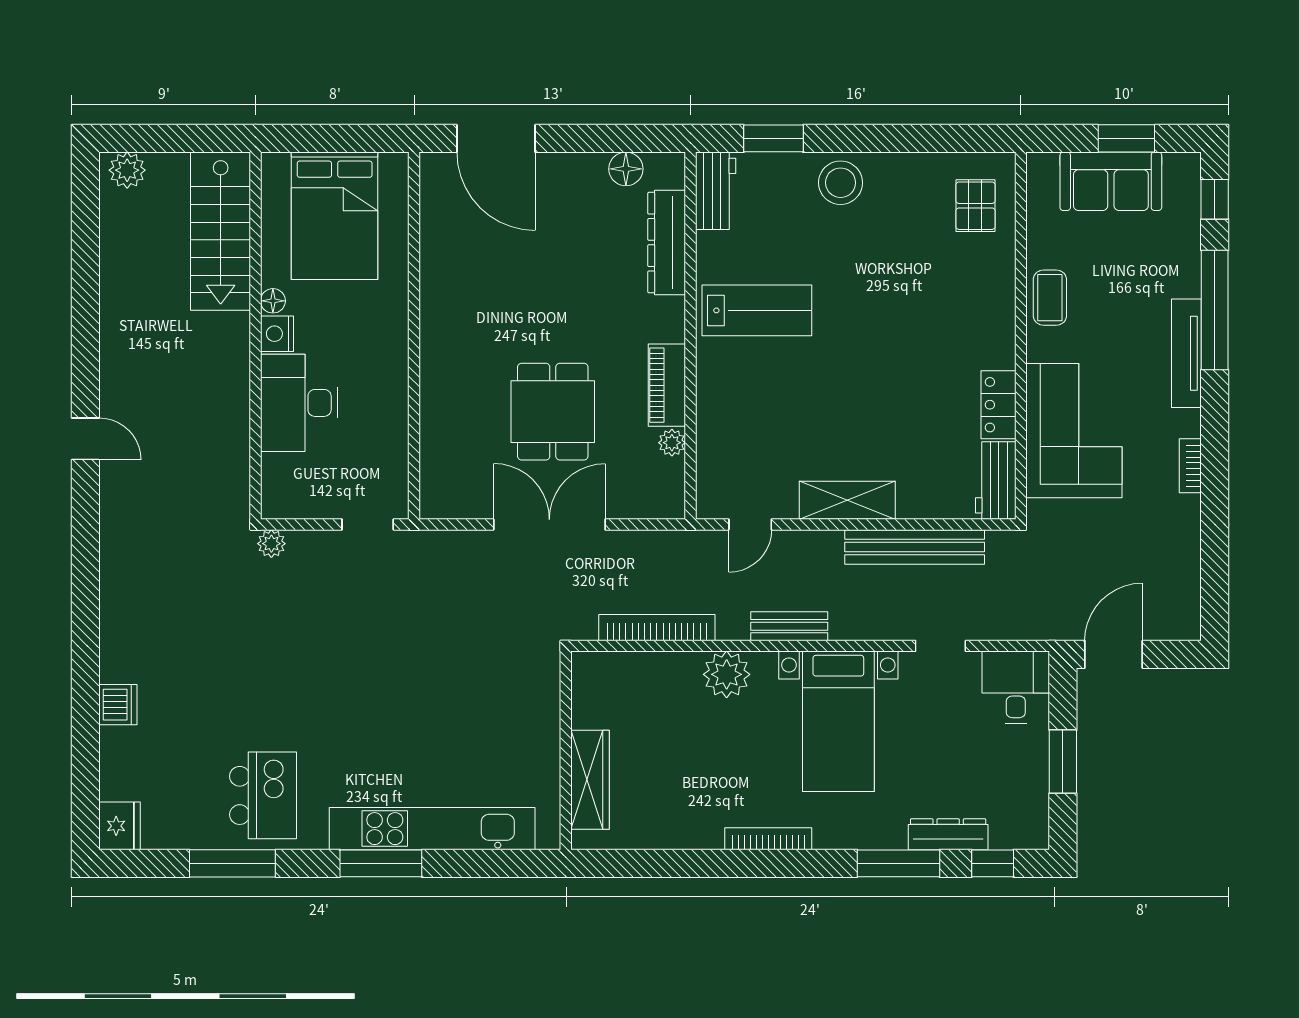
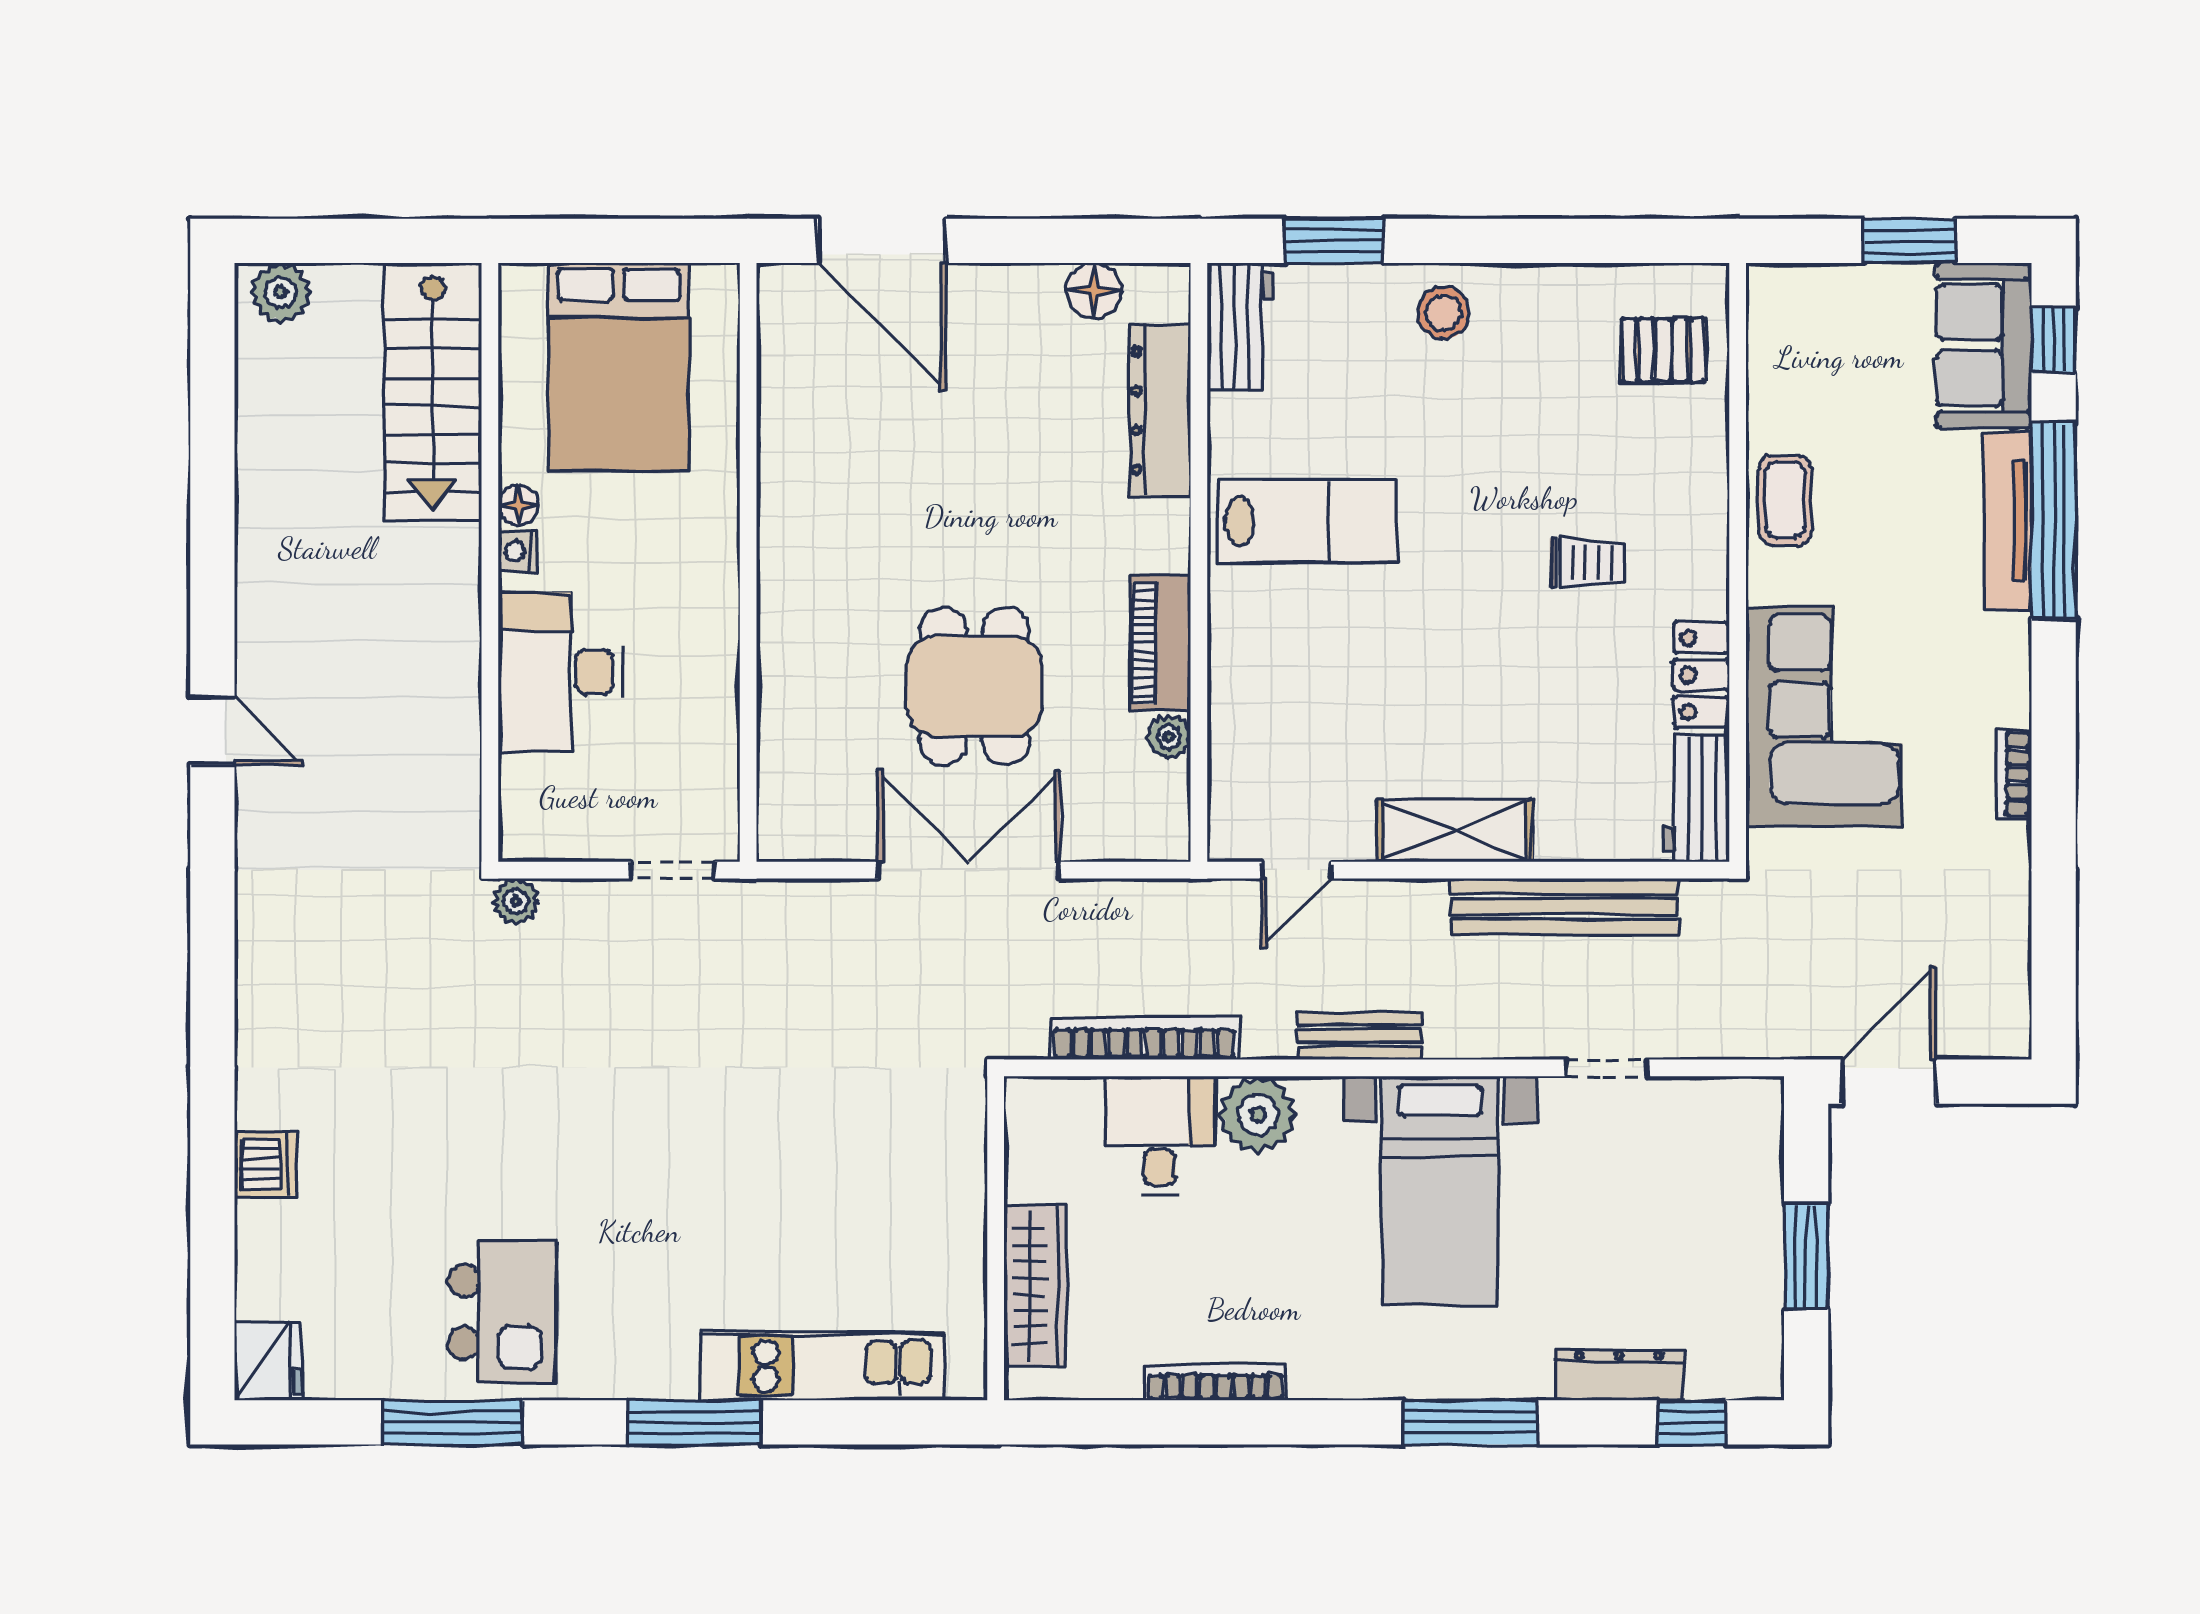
sofa: (1111, 181) -> (1984, 345), moved, turned 90
stool: (841, 183) -> (1444, 313), width x0.73, depth x0.73
pallet: (975, 206) -> (1664, 350), turned 90
nightstand: (277, 334) -> (518, 551), width x0.72, depth x0.74
trolley: (928, 336) -> (1587, 563), added
tv unit: (1186, 353) -> (2008, 521), moved
desk: (1016, 687) -> (1160, 1135), moved
kitchen unit: (432, 829) -> (822, 1366), width x0.73
bookcase: (768, 839) -> (1215, 1382), moved
window: (898, 863) -> (1470, 1422), moved

